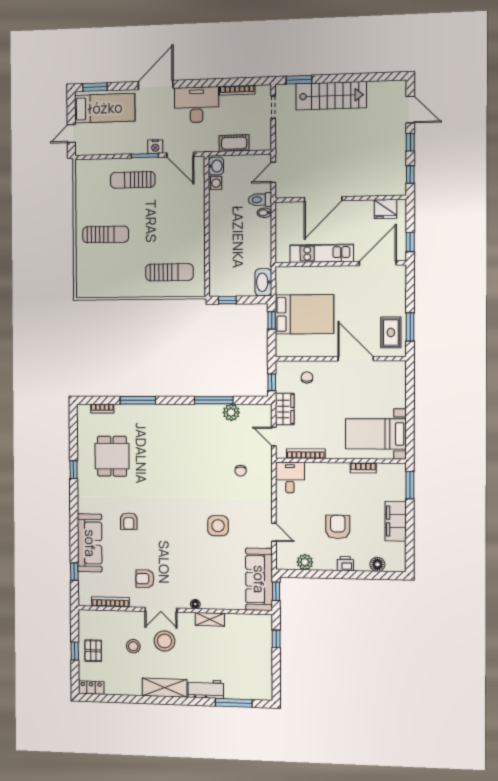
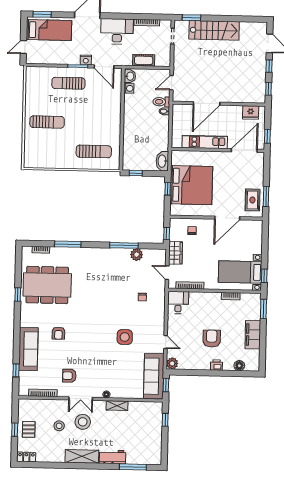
bed: (304, 314) -> (191, 185), width x1.36
door: (356, 359) -> (227, 218), swing flipped
window: (410, 439) -> (264, 276), added
dining table: (112, 456) -> (47, 285), width x1.88, depth x1.24
plant: (305, 562) -> (172, 363), moved

